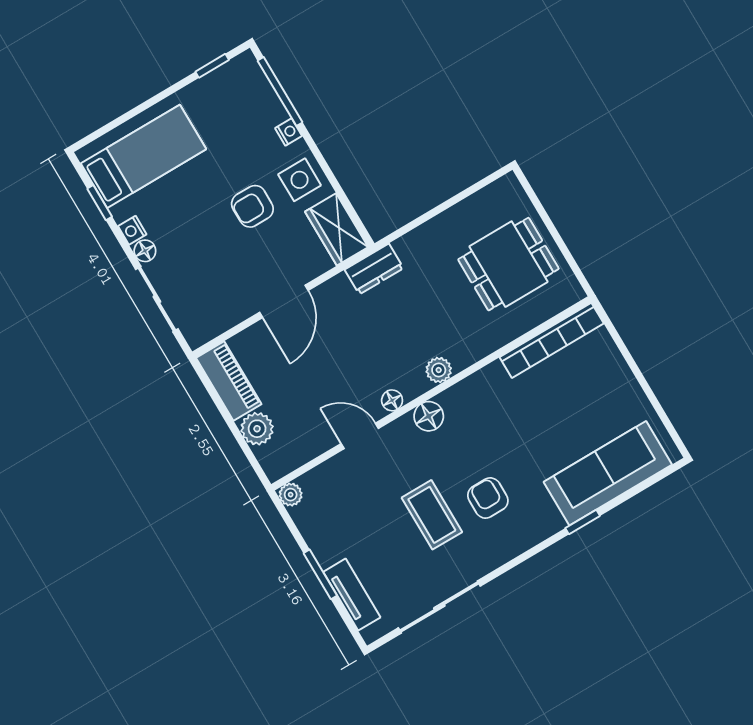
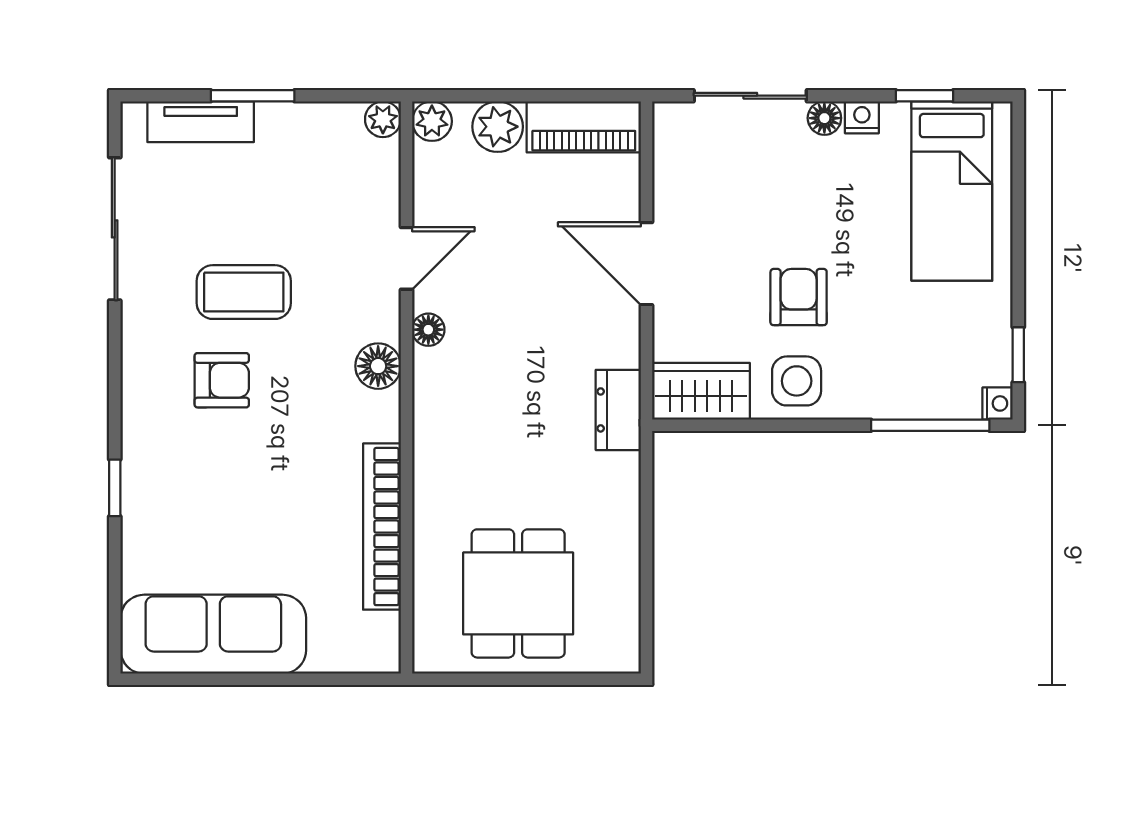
nightstand: (289, 132) -> (998, 403), moved, turned -90
bookcase: (552, 340) -> (382, 527), moved
plant: (439, 370) -> (432, 121), moved
sofa: (608, 473) -> (213, 634), moved, turned -90

